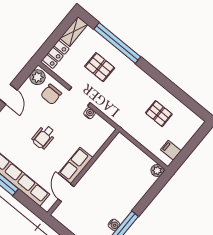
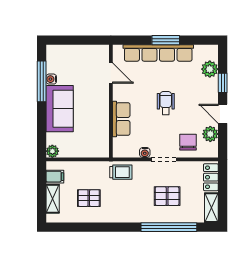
plant: (38, 77) -> (210, 134), moved
trolley: (119, 113) -> (121, 172), added
shelving: (186, 135) -> (53, 199), added
row of seats: (76, 165) -> (121, 119), moved
sofa: (126, 198) -> (60, 109), added

